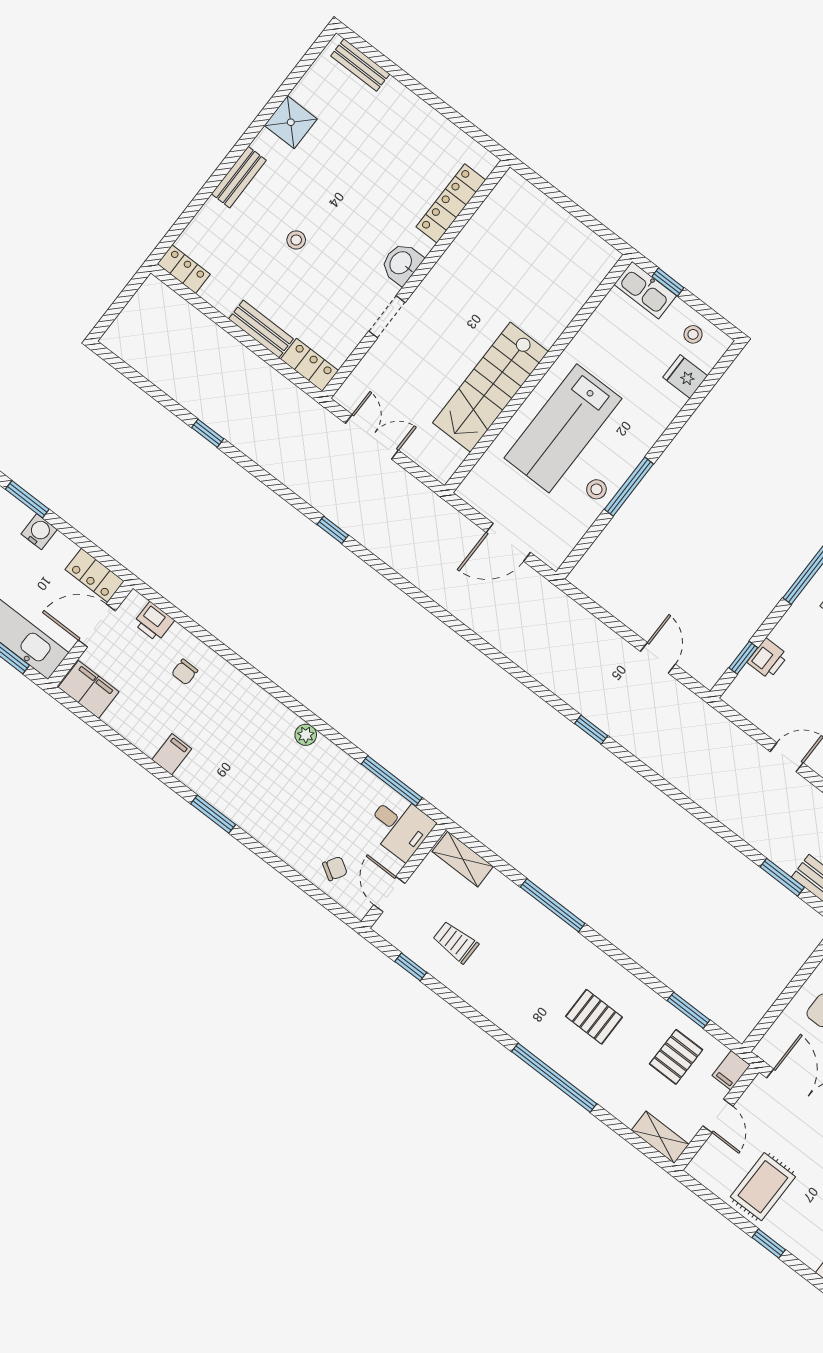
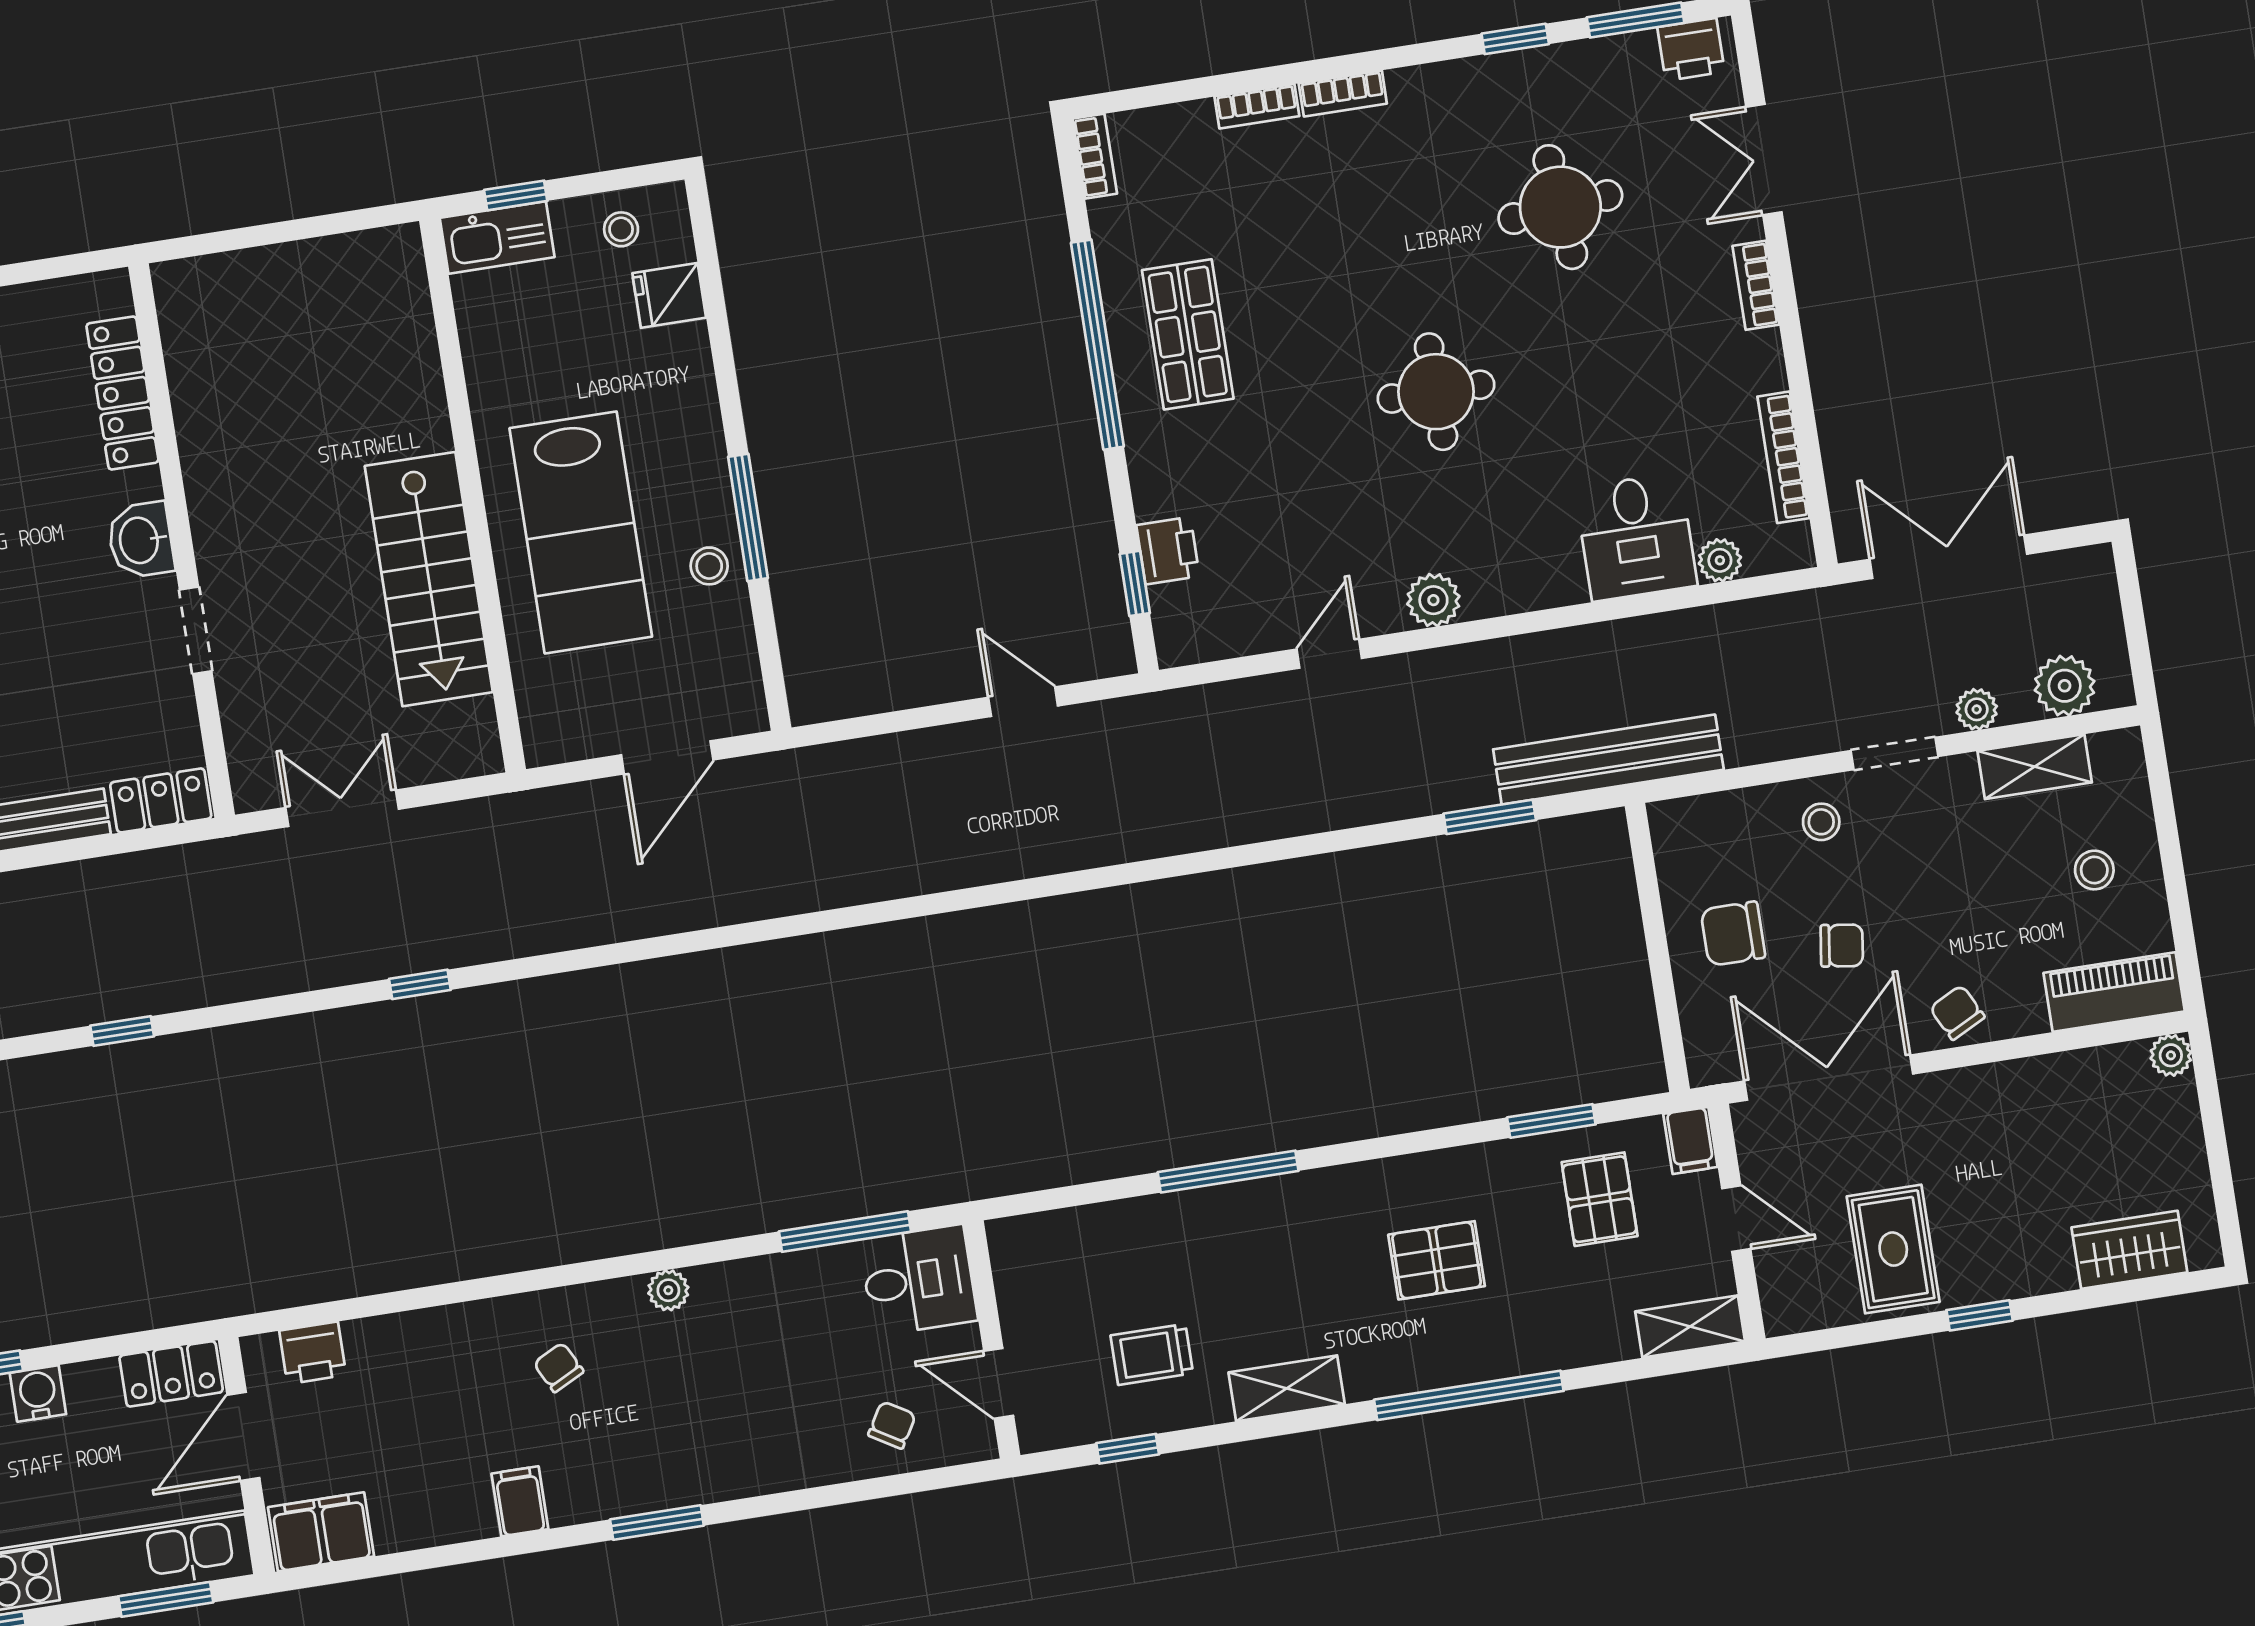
chair: (185, 672) -> (559, 1367), moved, turned 153
window: (591, 730) -> (1035, 888), removed
shelving: (463, 859) -> (1287, 1388), moved

